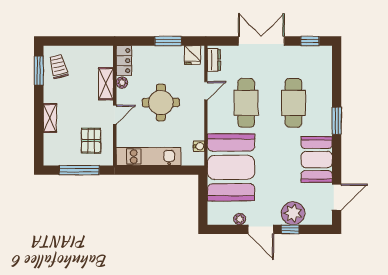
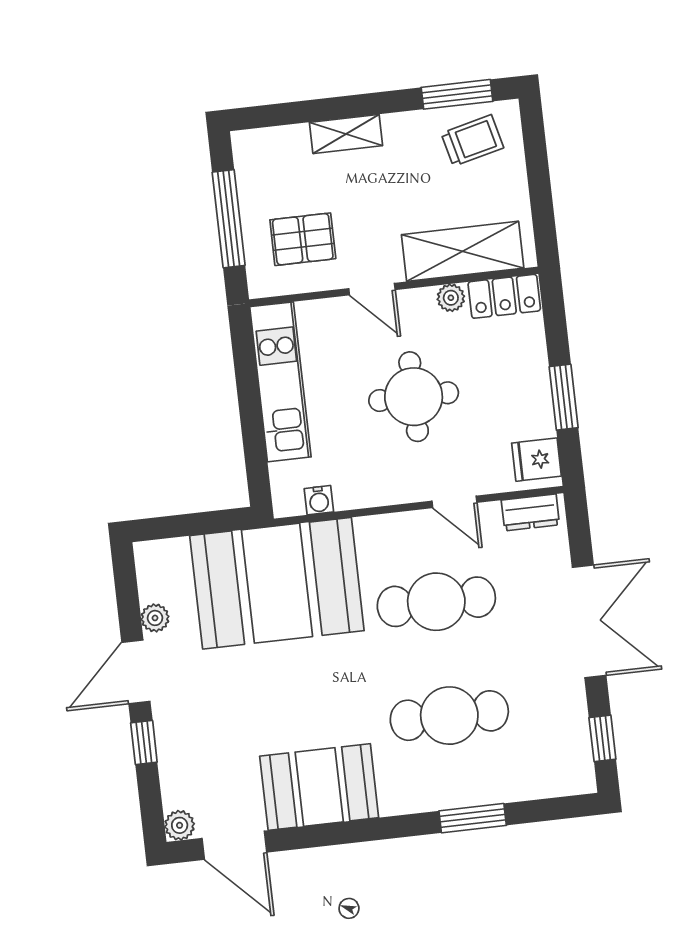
shelving: (106, 84) -> (463, 251), width x1.50, depth x1.33
window: (337, 121) -> (473, 818), moved
plant: (293, 213) -> (180, 825), moved, width x0.53, depth x0.53

